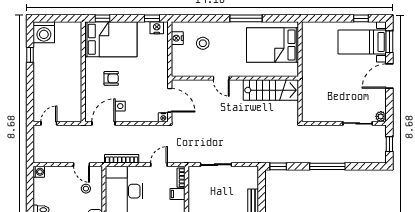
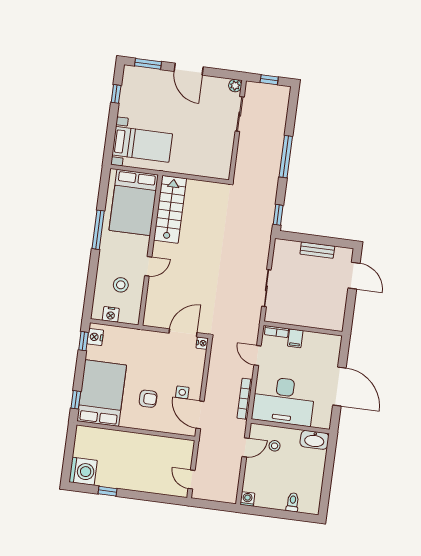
bed with nightstands: (362, 42) -> (142, 144), moved, turned -90
armchair: (111, 78) -> (148, 399), turned 90
door: (221, 78) -> (148, 266), moved
wall: (235, 78) -> (150, 250), moved
stairs: (271, 90) -> (170, 209), moved

